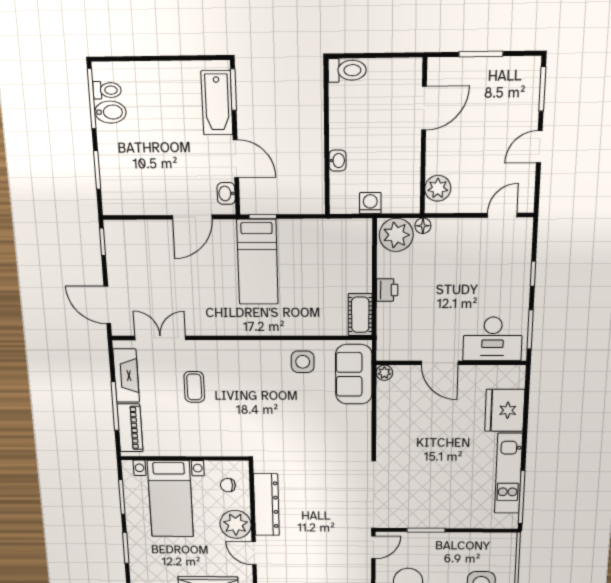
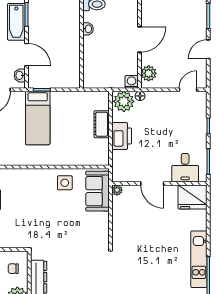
door: (424, 108) -> (139, 40), moved
washbasin: (338, 160) -> (88, 29), moved
washing machine: (370, 203) -> (132, 82), moved
printer: (387, 290) -> (122, 136), width x1.87, depth x1.48
cot: (360, 315) -> (102, 124), moved
desk: (493, 339) -> (185, 168), width x0.73
fridge: (505, 410) -> (193, 197), moved, turned -90

